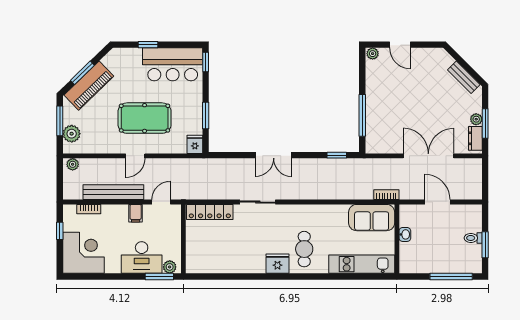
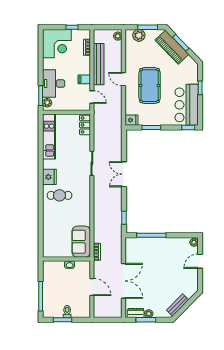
door: (437, 202) -> (92, 287), hinge flipped
locker: (210, 212) -> (85, 125), width x0.66
kitchen unit: (362, 264) -> (49, 136), moved

